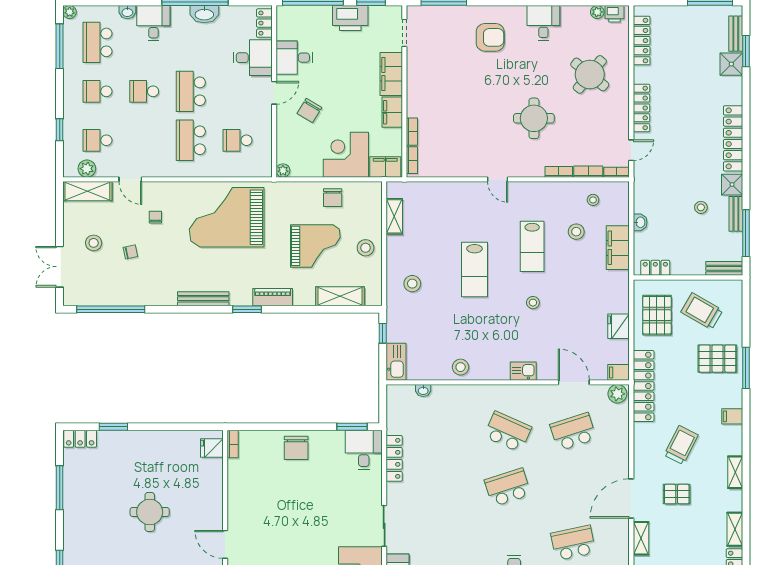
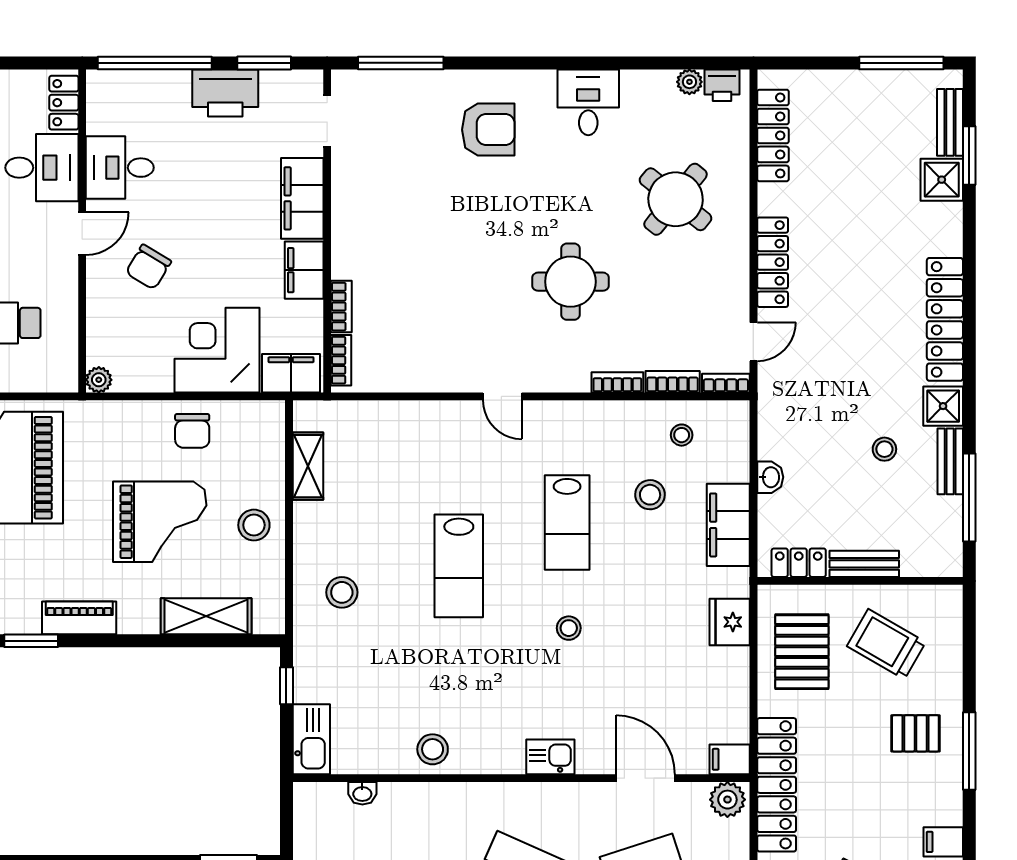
bench: (724, 268) -> (864, 564), moved
fridge: (619, 326) -> (730, 622), moved
pallet: (717, 359) -> (915, 733), width x0.67, depth x0.71

